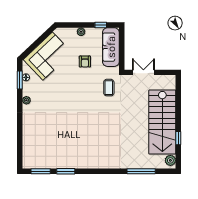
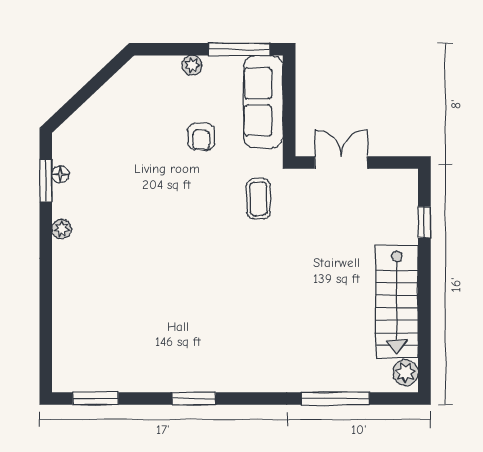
window: (101, 25) -> (239, 49), width x2.17
corner sofa: (48, 56) -> (112, 124), removed
stairs: (162, 122) -> (397, 302), width x0.73, depth x0.66
window: (178, 138) -> (424, 222), moved
window: (66, 171) -> (194, 399), moved

